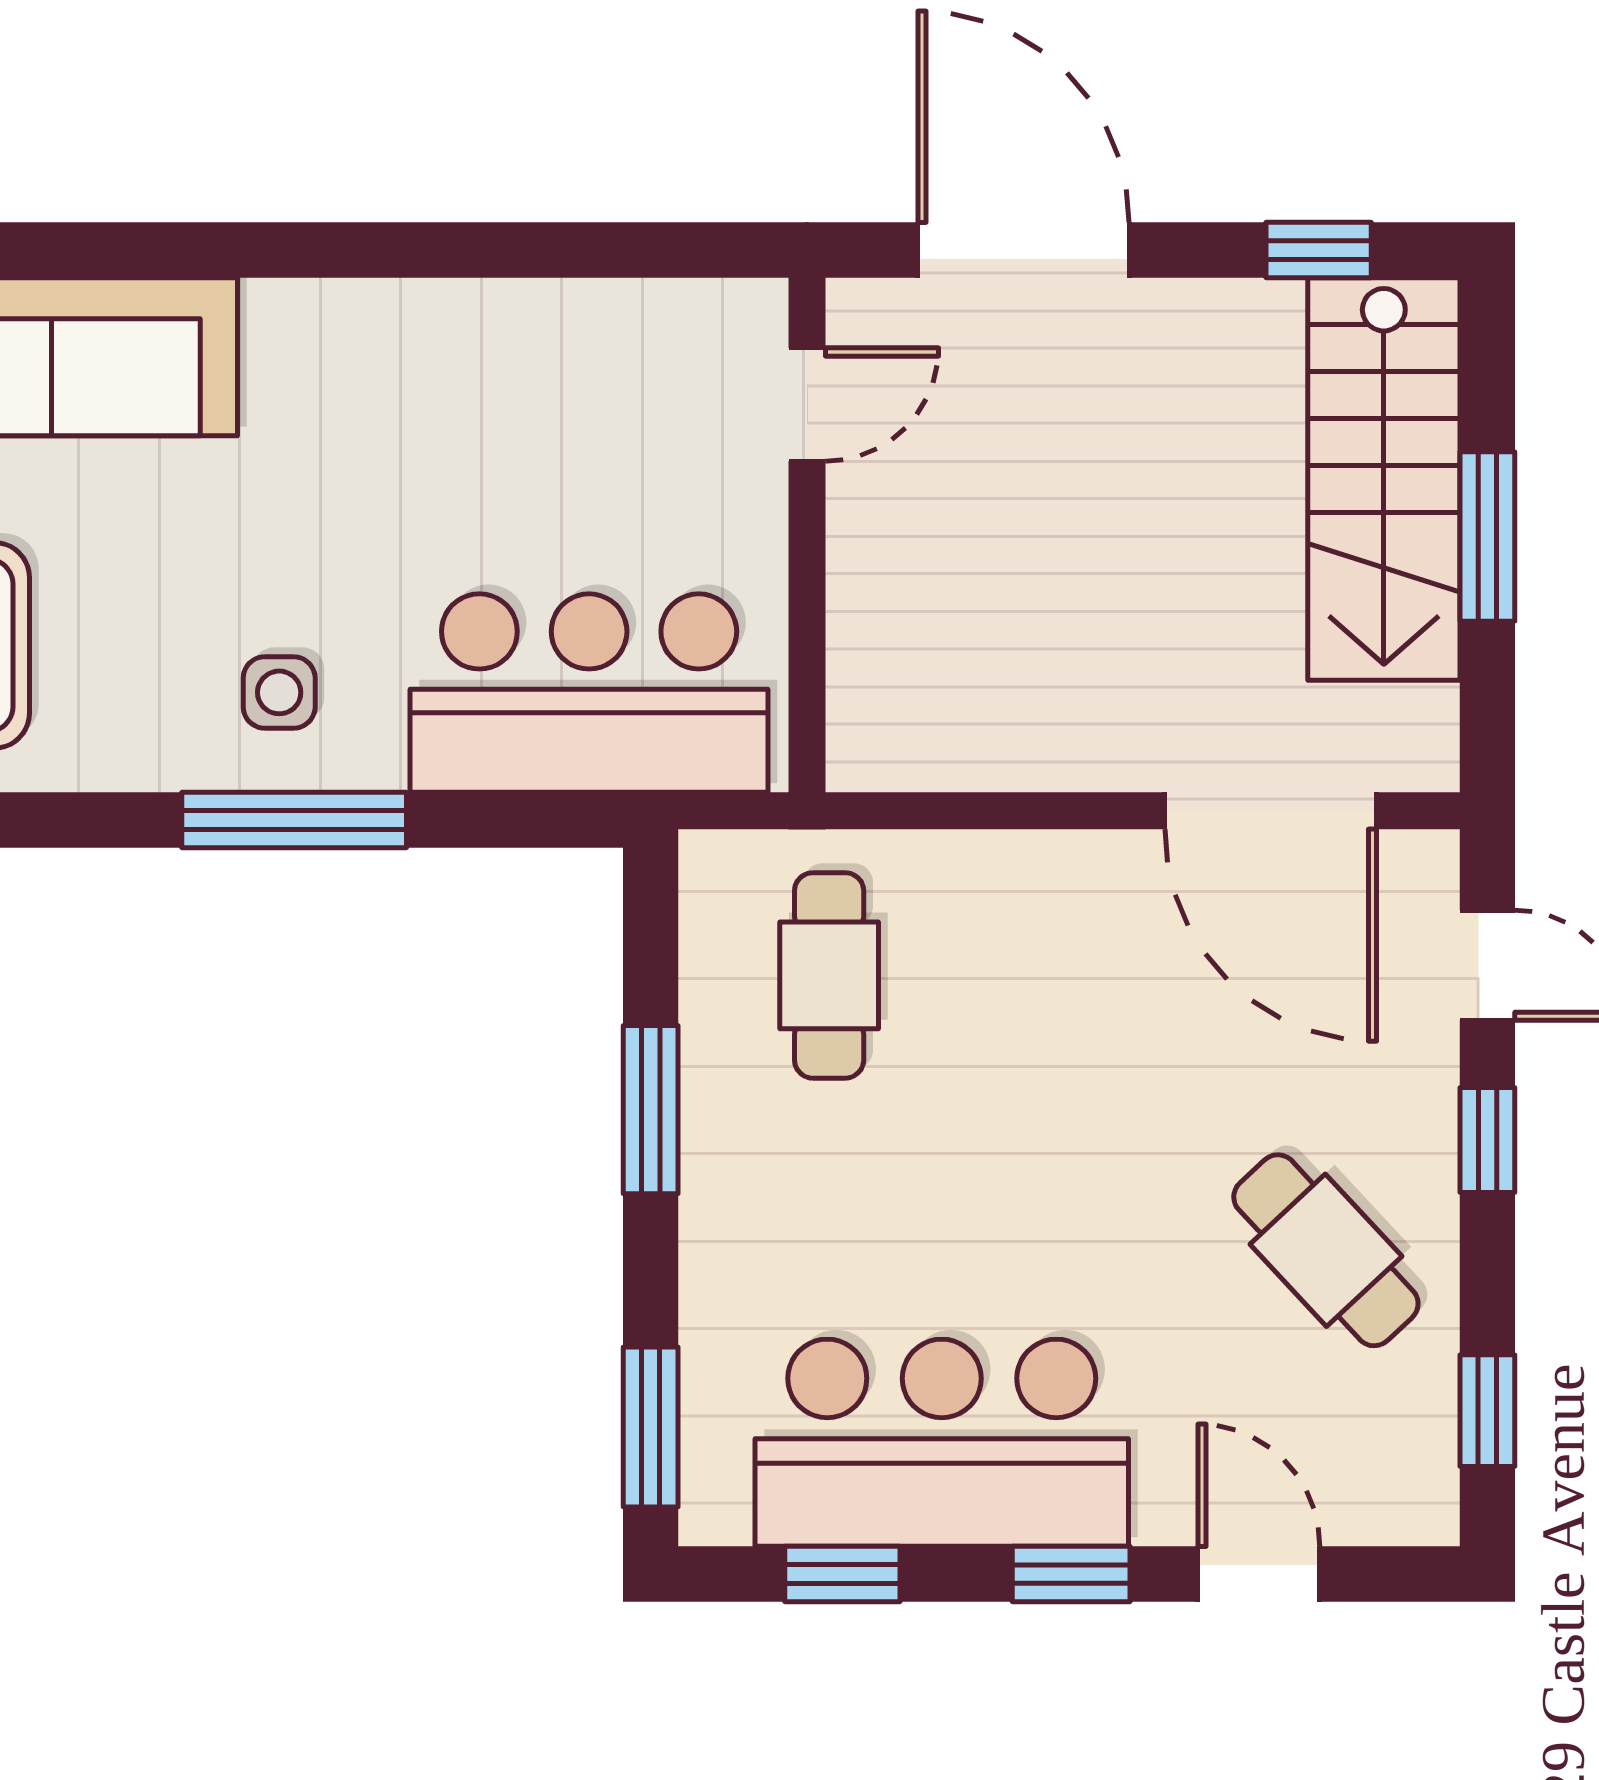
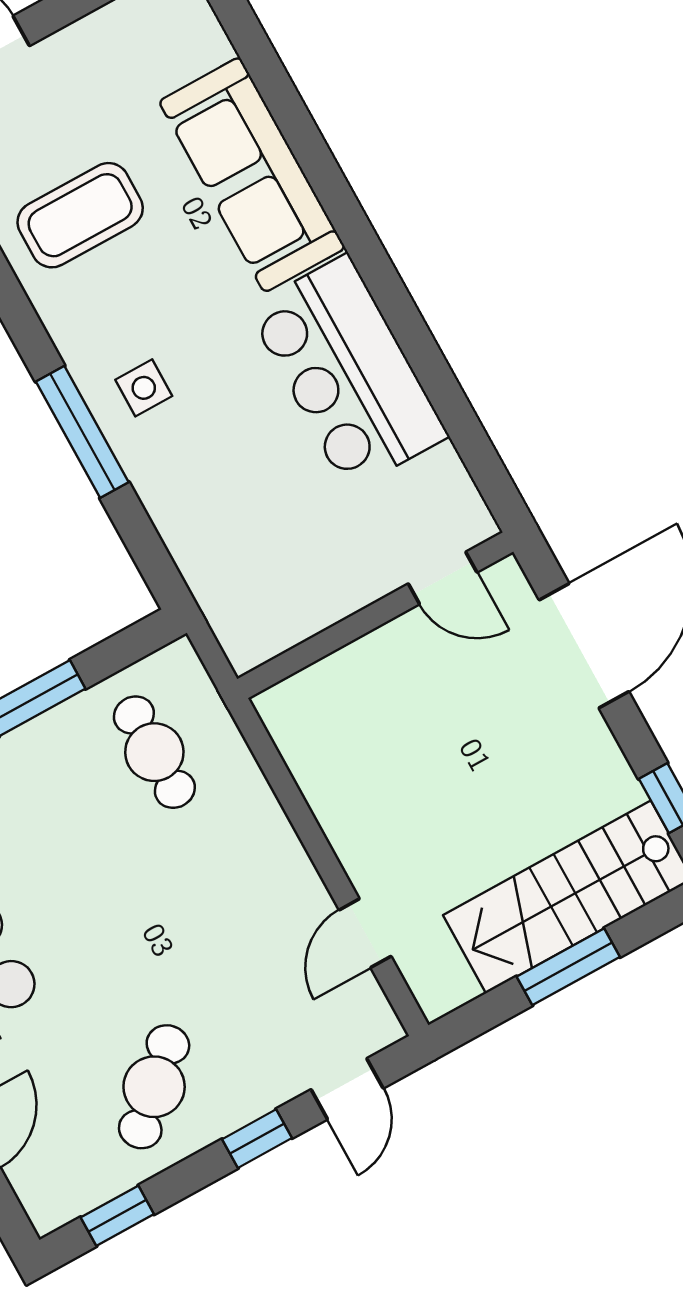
bar counter: (589, 693) -> (348, 373), moved, turned 180
door: (1271, 811) -> (365, 933), width x0.53
cafe table: (829, 975) -> (154, 752), turned 90

